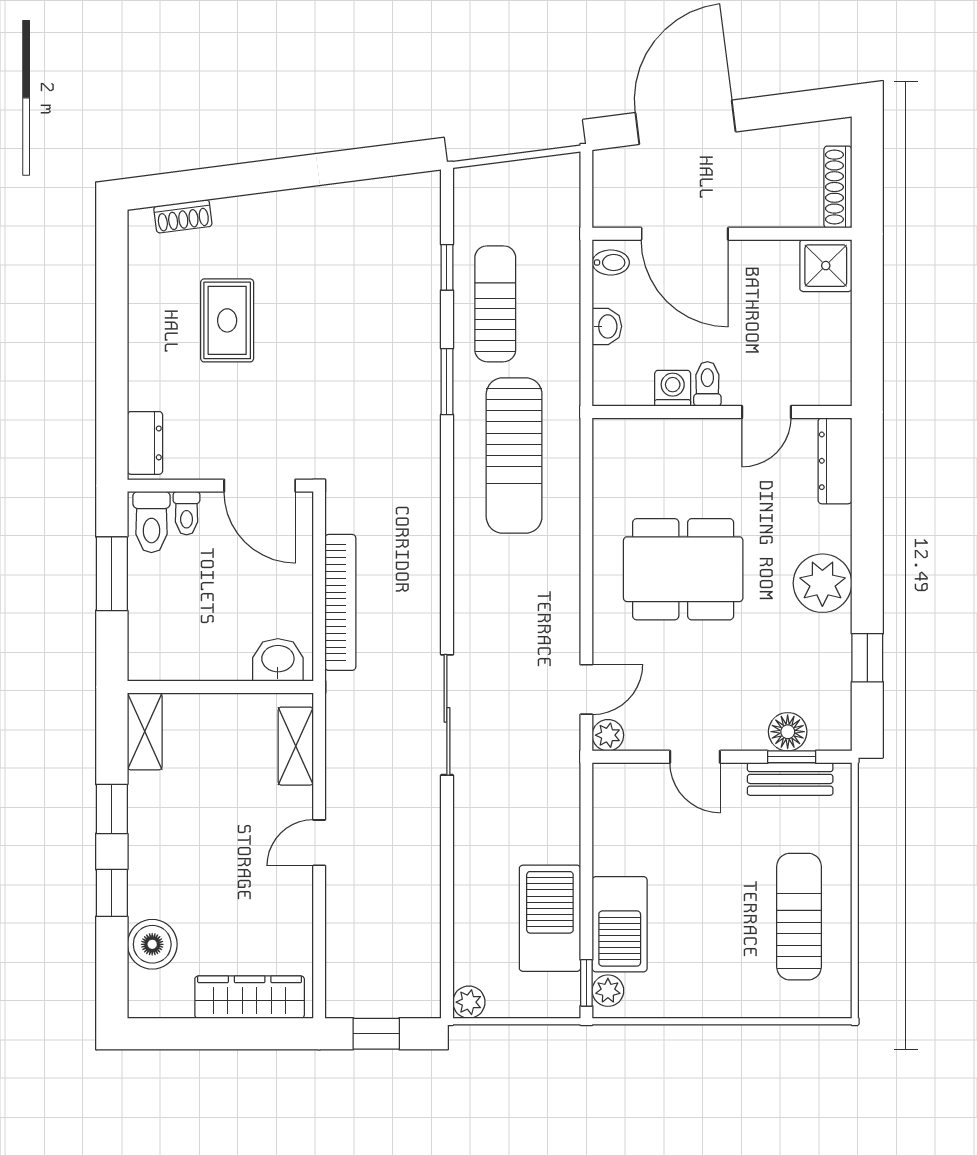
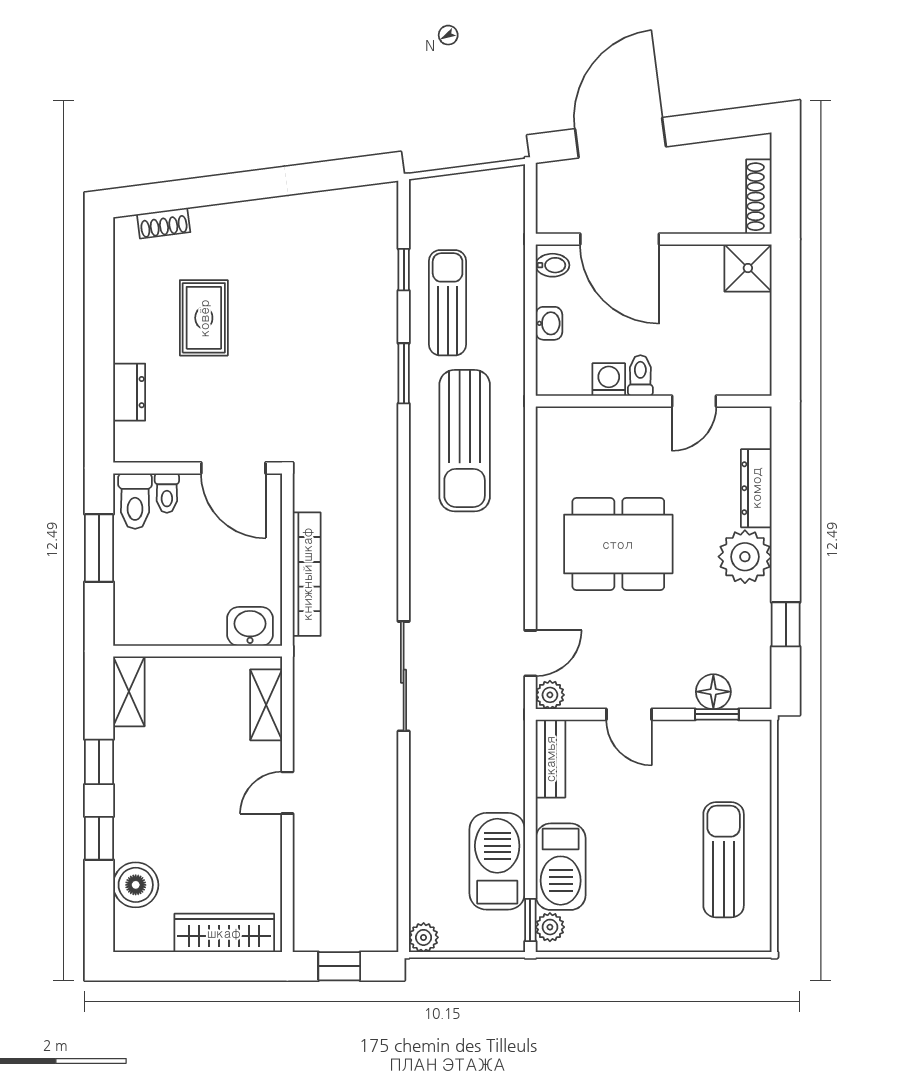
dresser: (145, 443) -> (129, 392), moved
dresser: (835, 461) -> (756, 488), moved
bench: (790, 779) -> (550, 759), moved, turned 90

